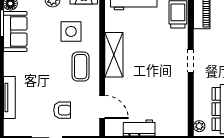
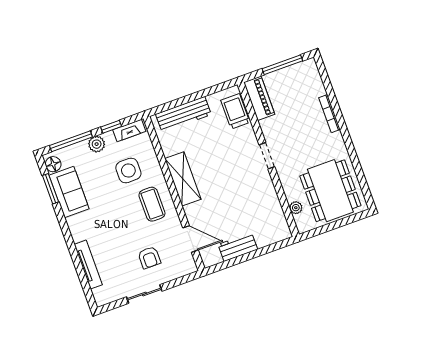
armchair: (62, 110) -> (149, 258), turned 90
plant: (199, 126) -> (296, 208), moved

